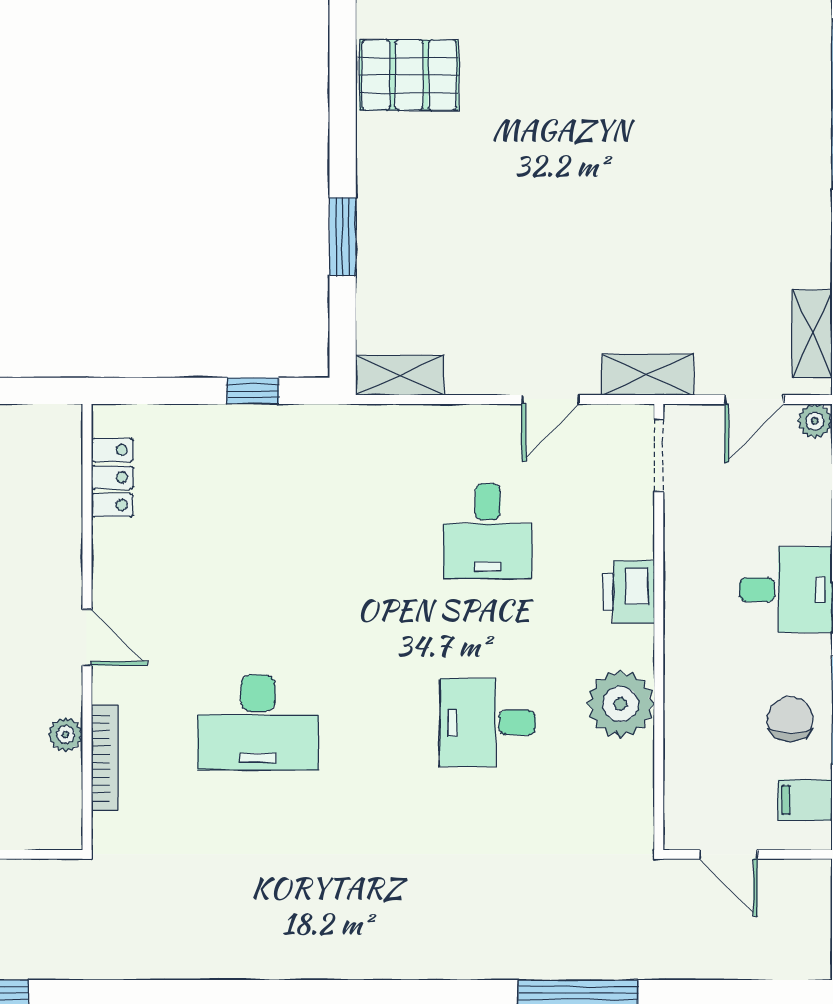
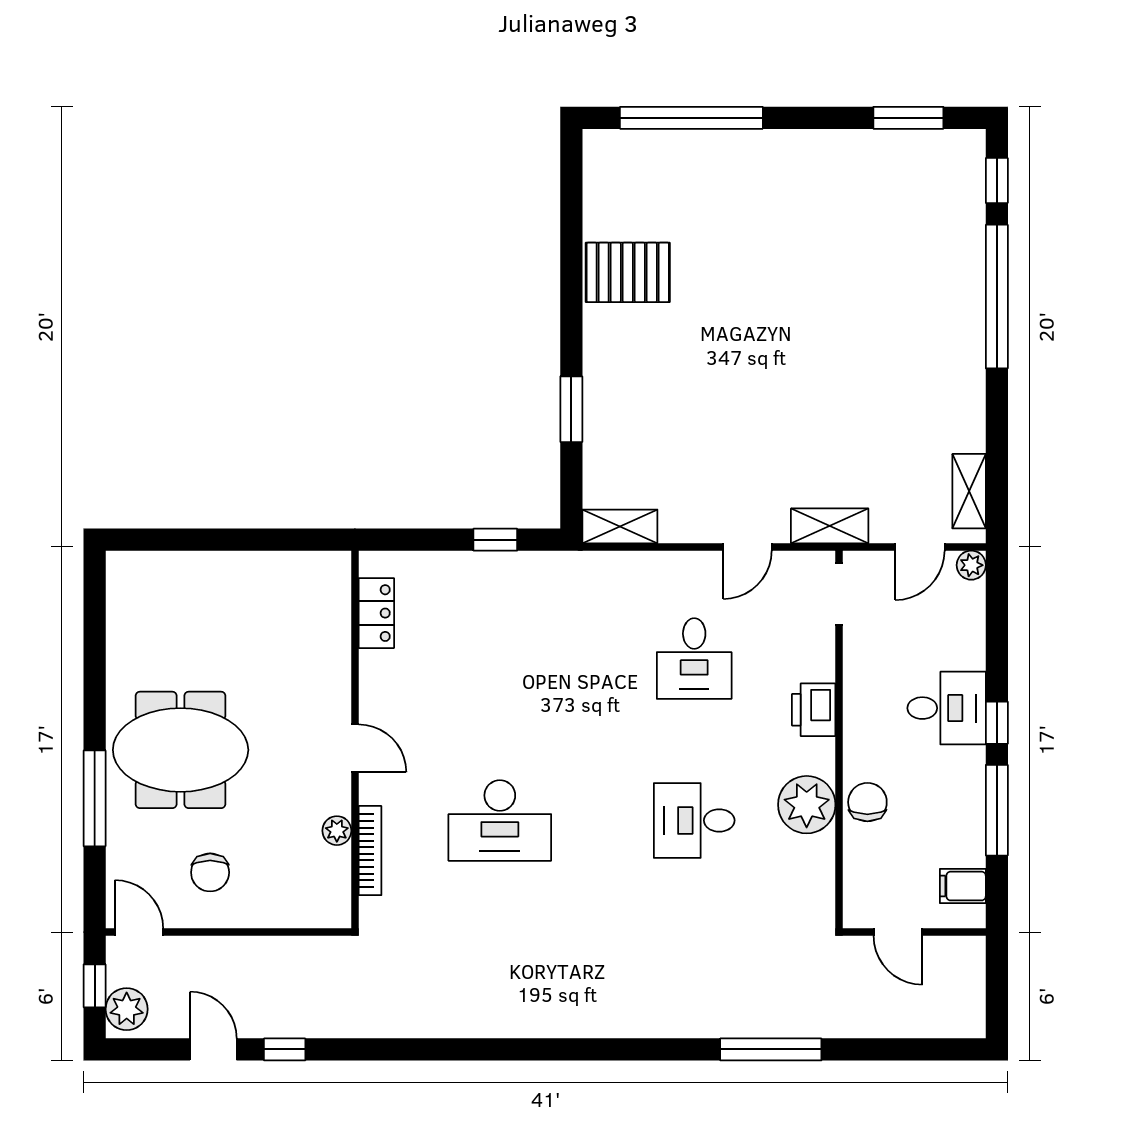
chair: (790, 719) -> (867, 802), moved

